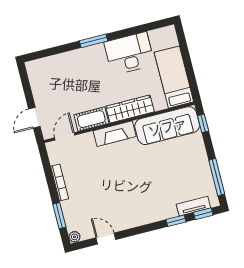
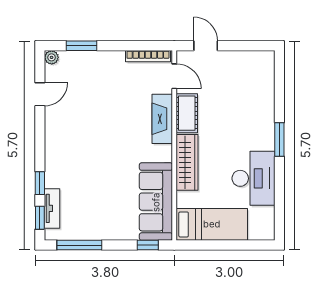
fireplace: (115, 134) -> (162, 119), moved
bookcase: (60, 183) -> (148, 56), moved

